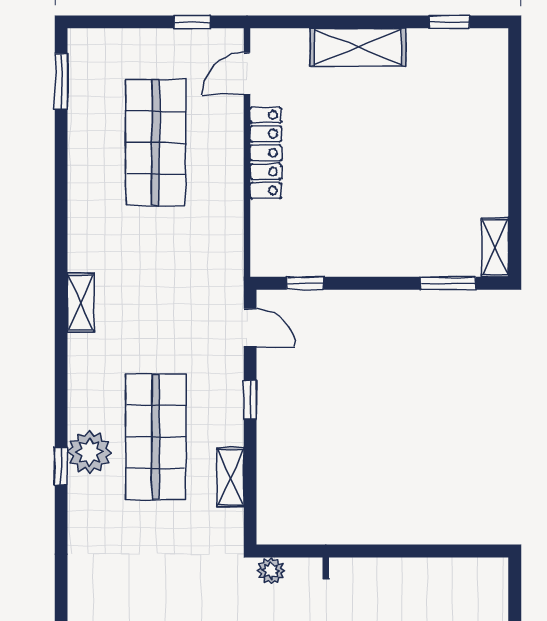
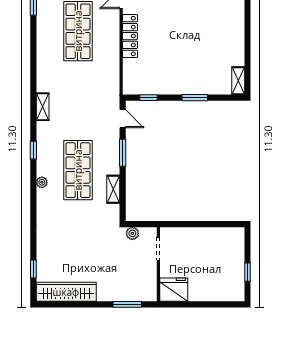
window: (448, 283) -> (195, 98), moved
window: (250, 400) -> (123, 153), width x1.50
plant: (90, 452) -> (42, 182), width x0.53, depth x0.53
window: (61, 466) -> (33, 150), moved

